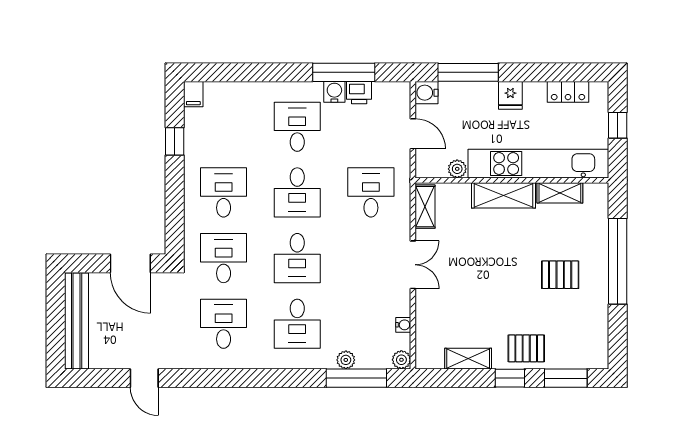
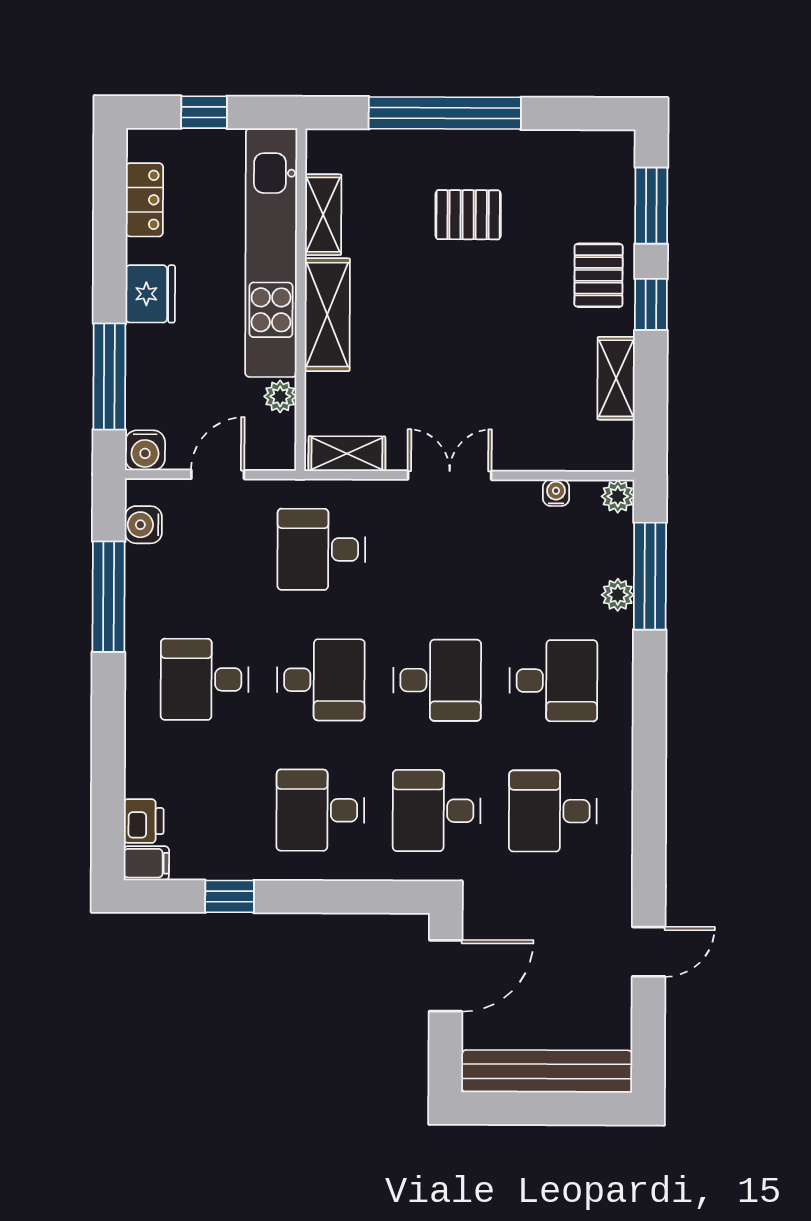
water cooler: (334, 92) -> (143, 525), moved
printer: (359, 93) -> (144, 821), moved
fridge: (510, 95) -> (150, 294), width x1.38
pallet: (560, 275) -> (468, 215), turned 90

